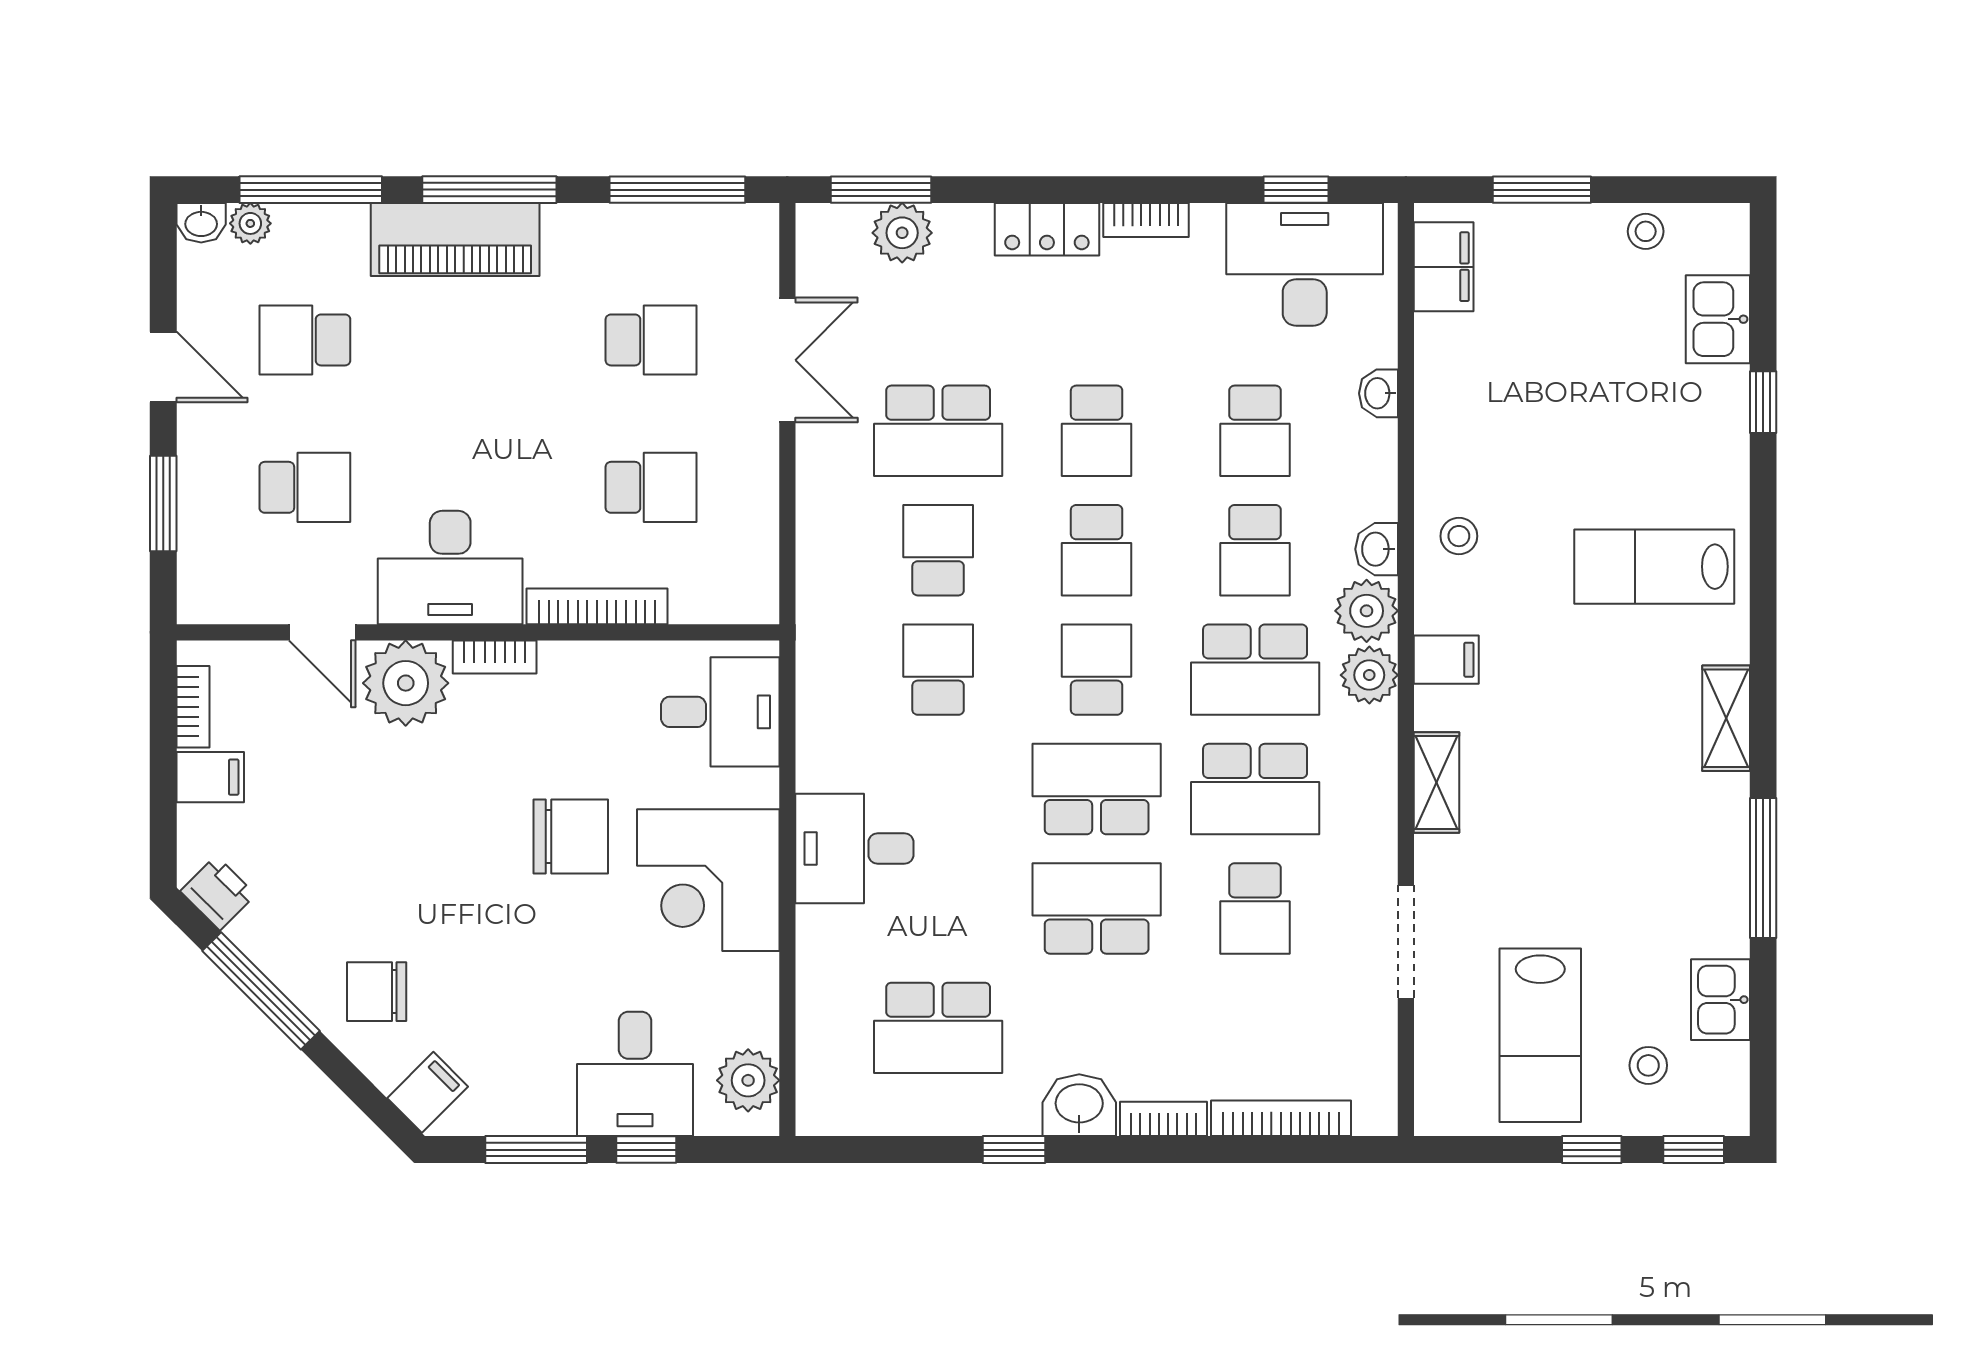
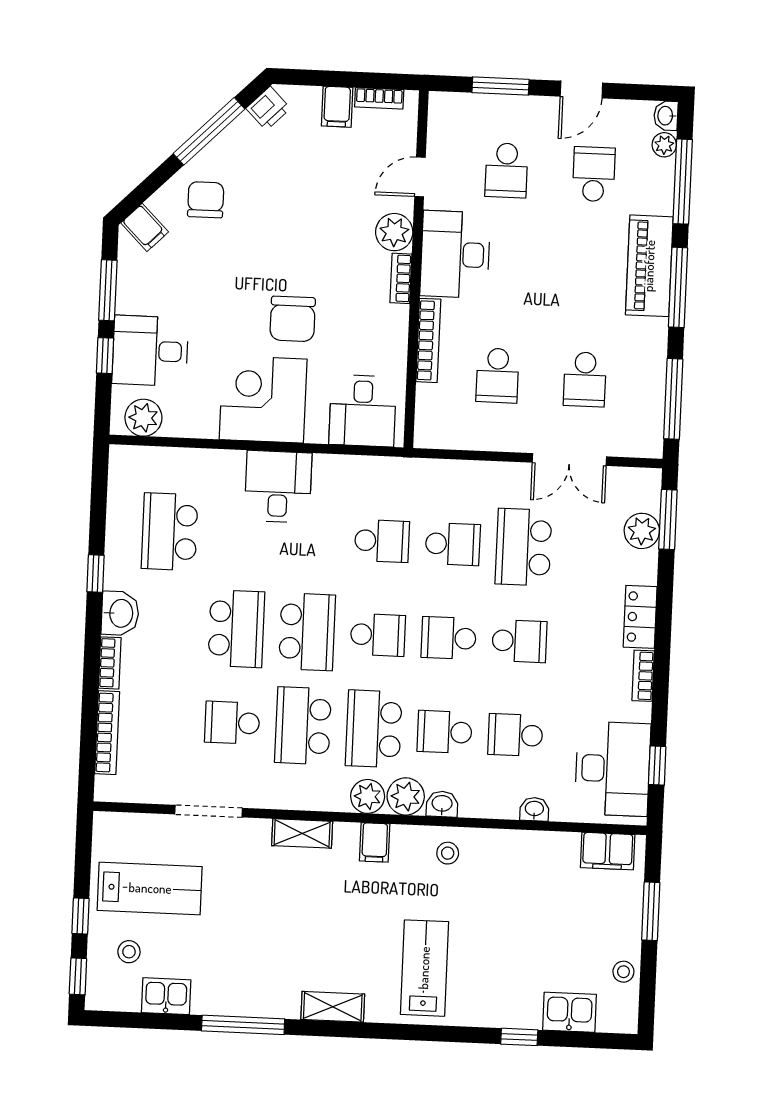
school desk: (1097, 431) -> (519, 641), turned 180
plant: (406, 683) -> (394, 232), width x0.73, depth x0.73
lab bench: (1540, 1035) -> (150, 888), turned 180

